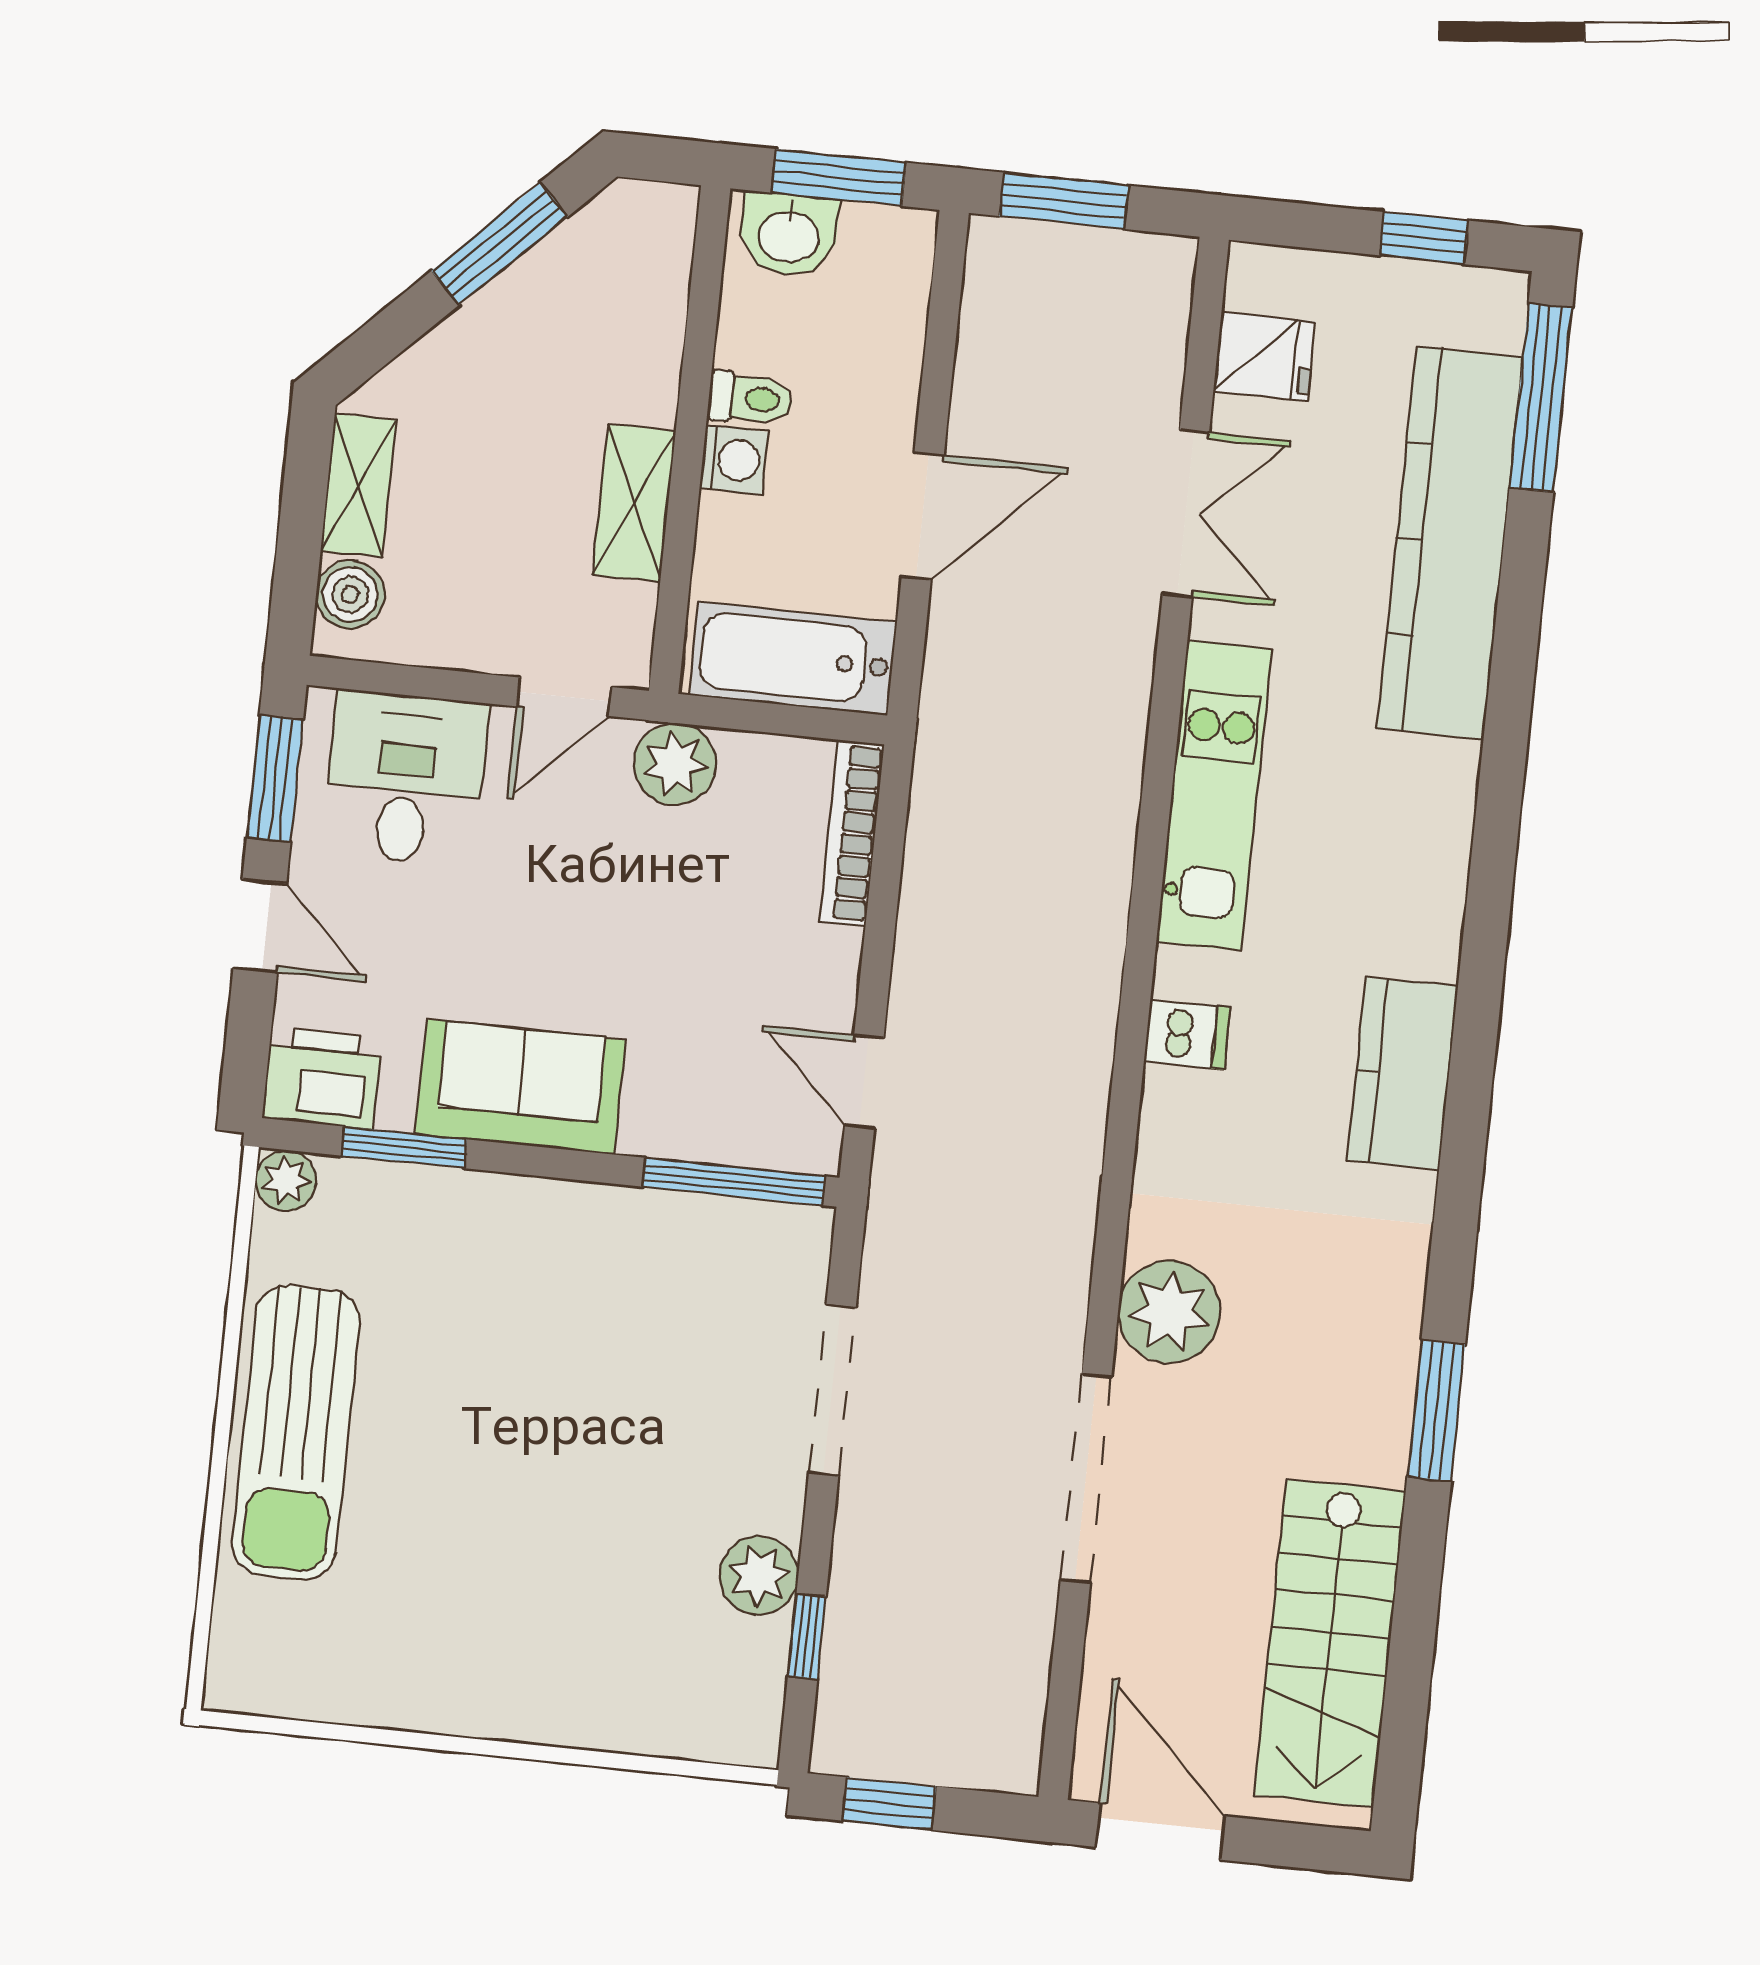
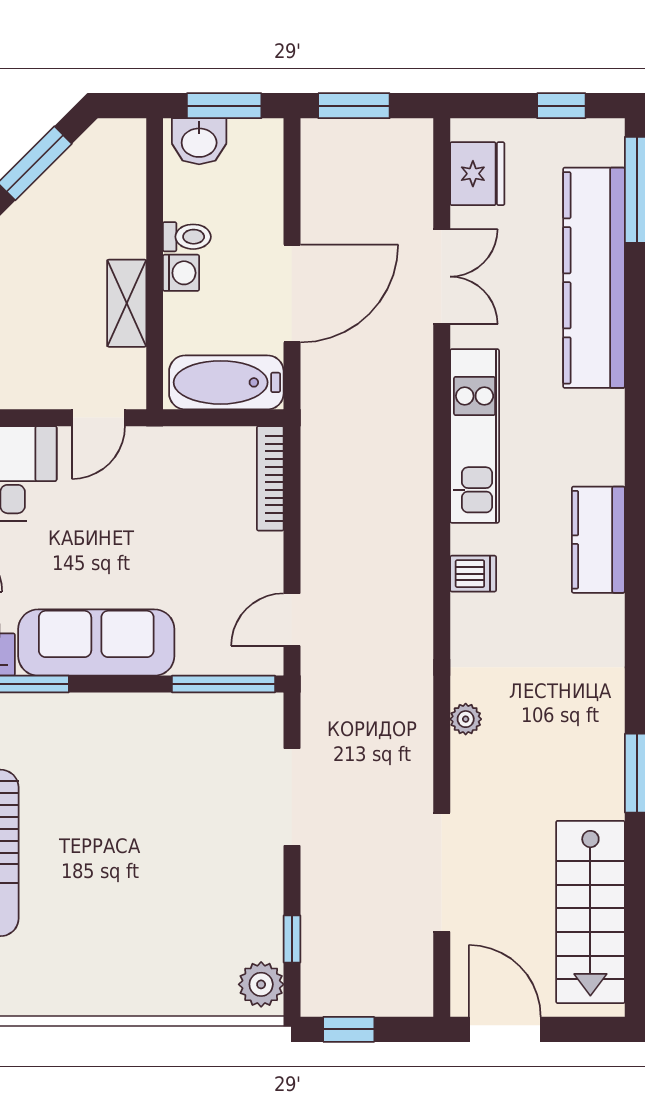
fridge: (1264, 356) -> (477, 174), width x1.38
door: (923, 516) -> (292, 294), width x1.36
plant: (675, 764) -> (165, 450), removed
kitchen counter: (1403, 1073) -> (598, 540), moved
door: (864, 1082) -> (292, 620), hinge flipped
sofa: (520, 1087) -> (96, 643), width x1.36
plant: (1169, 1312) -> (466, 719), width x0.53, depth x0.53
doorway: (1086, 1478) -> (442, 872), moved
plant: (759, 1575) -> (261, 984), moved

